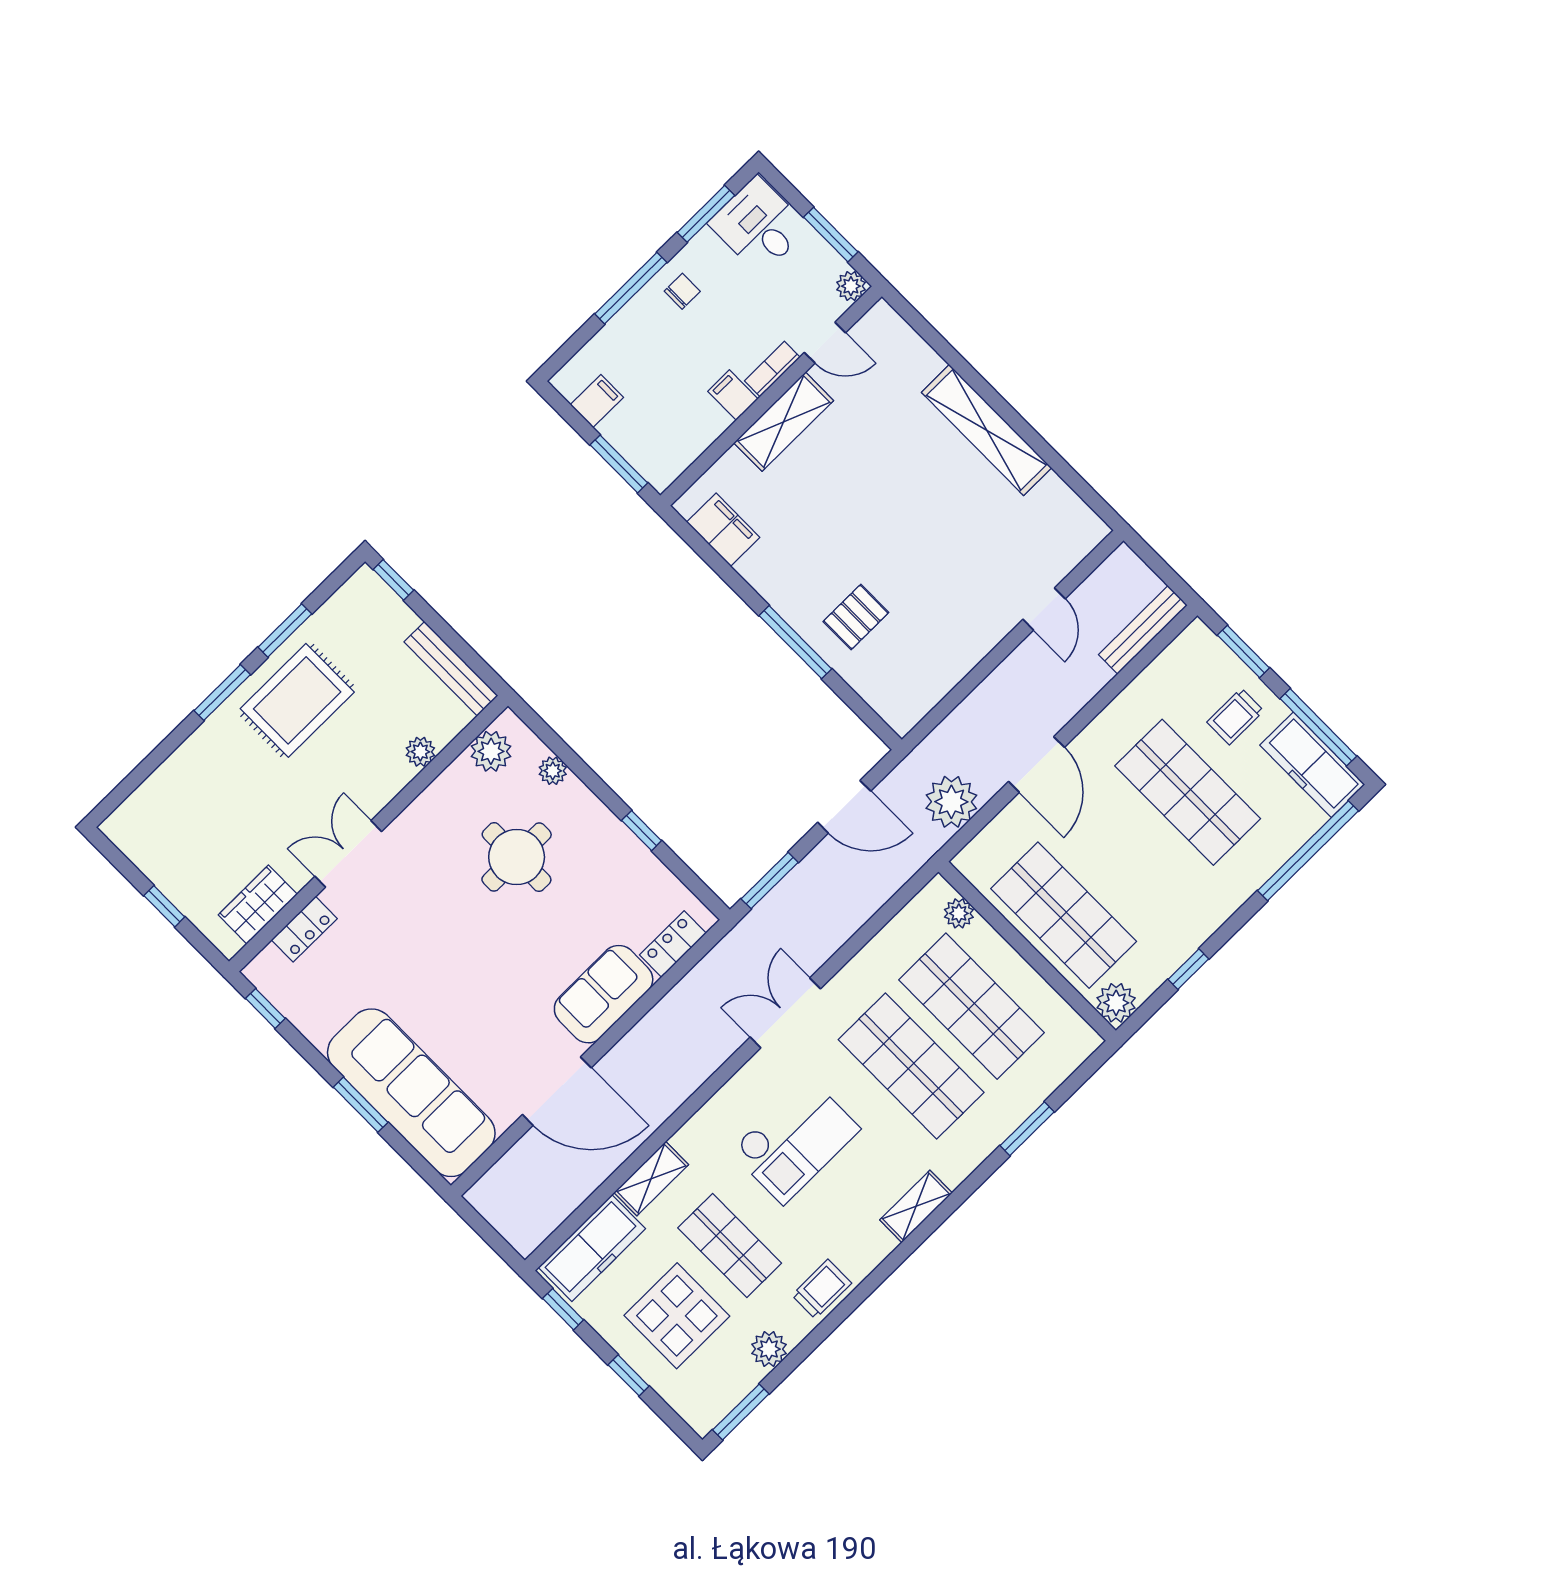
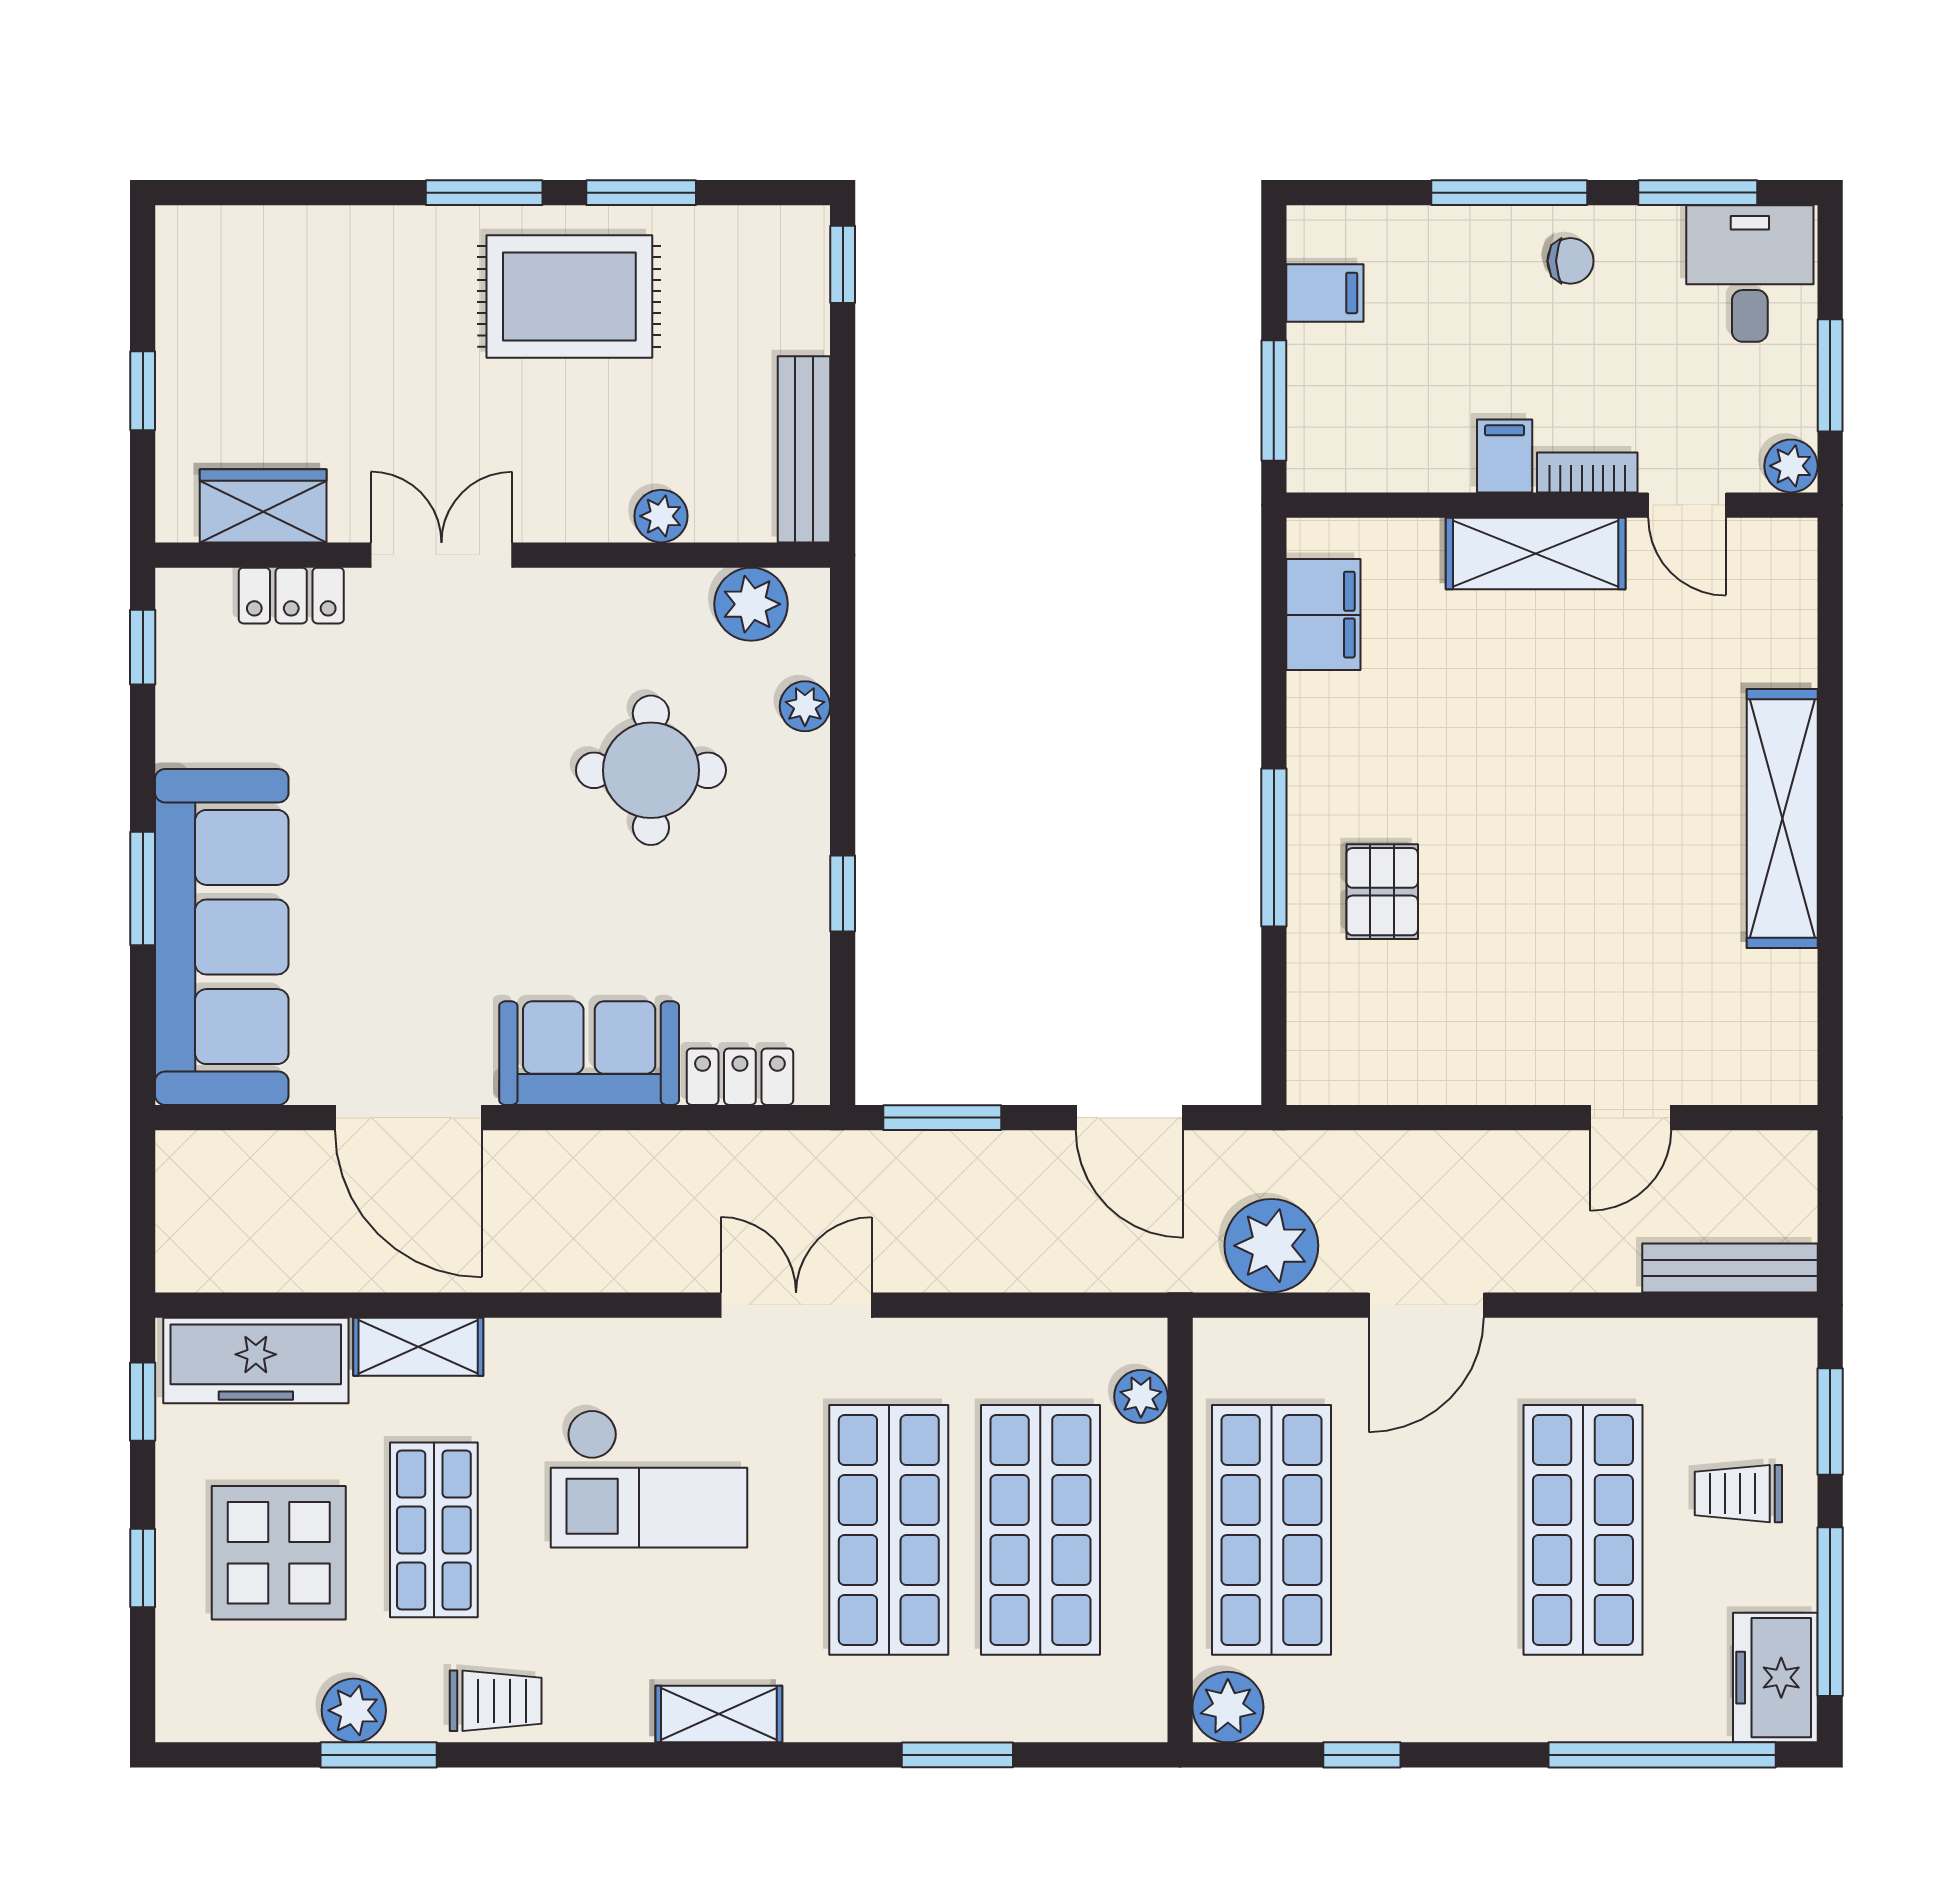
pallet: (856, 617) -> (1382, 892), turned 90
freezer: (1312, 765) -> (1775, 1678), width x0.71
window: (741, 1412) -> (379, 1755), moved

